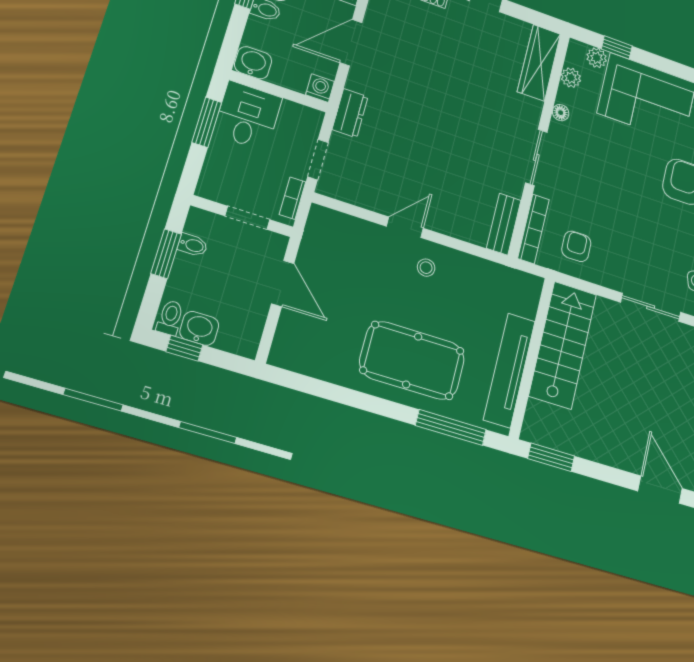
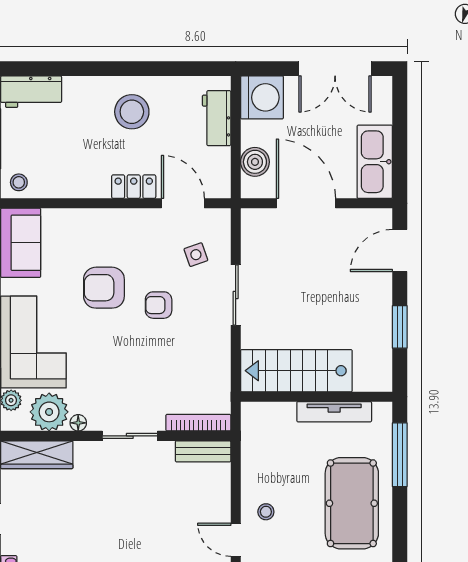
plant: (571, 78) -> (49, 412), width x1.87, depth x1.87
armchair: (576, 246) -> (159, 305), moved
tv unit: (509, 370) -> (334, 412), width x0.73, depth x0.78
window: (551, 457) -> (400, 327), moved

